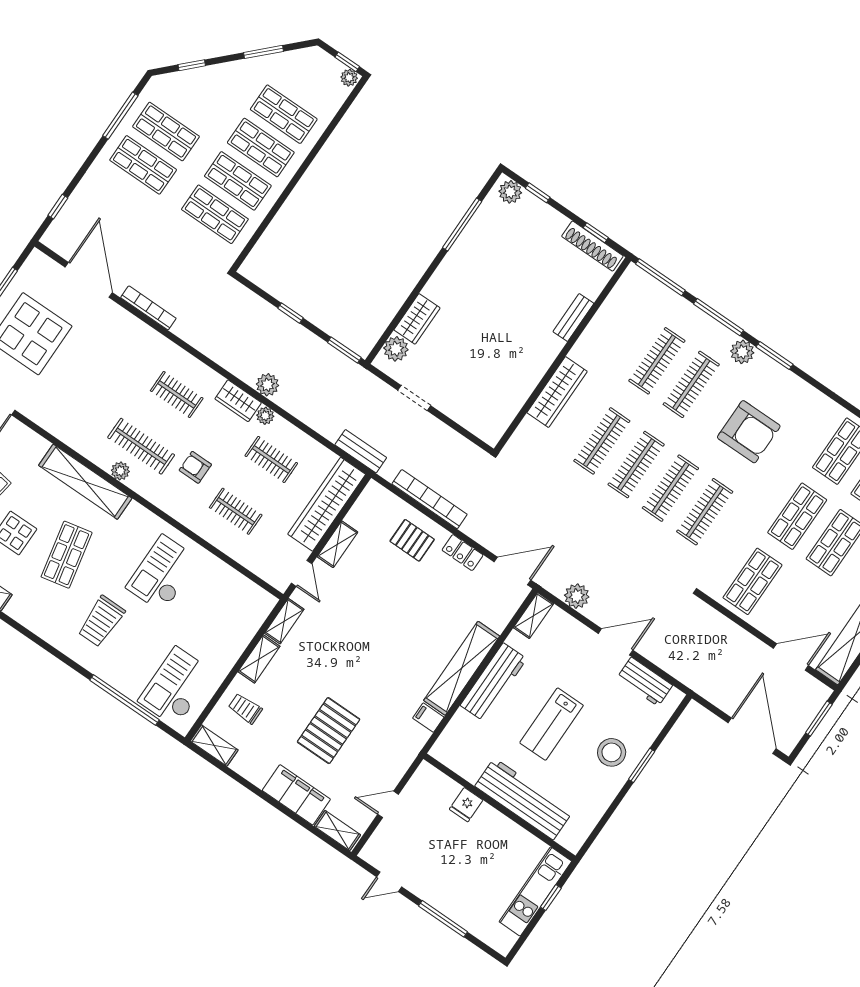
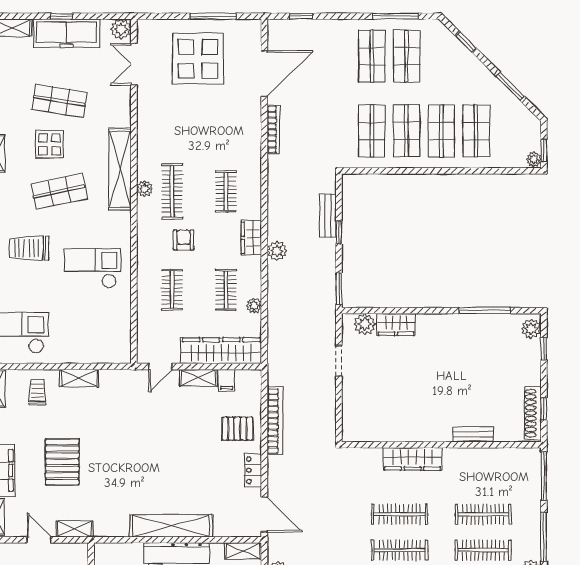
plant: (265, 416) -> (254, 306), moved
bench: (361, 451) -> (328, 216), moved
pallet: (412, 540) -> (237, 429), turned 90
shelving: (284, 621) -> (75, 529), moved
filing cabinet: (428, 718) -> (227, 380), moved, turned 180
pallet: (329, 731) -> (62, 462), turned 90

